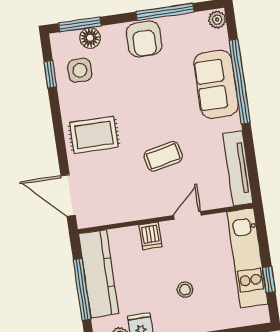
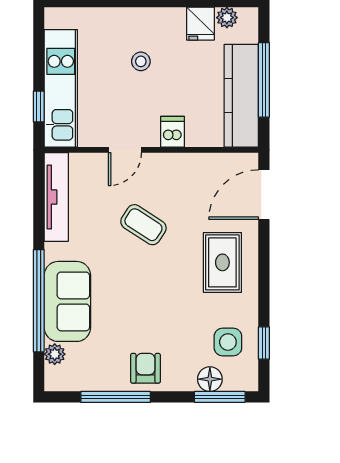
plant: (217, 20) -> (55, 354), moved
armchair: (144, 39) -> (145, 368), width x0.72, depth x0.72
rug: (94, 135) -> (222, 262), turned 90
coffee table: (163, 156) -> (143, 225), turned 45
door: (68, 195) -> (264, 195), swing flipped
window: (269, 280) -> (39, 106), moved

